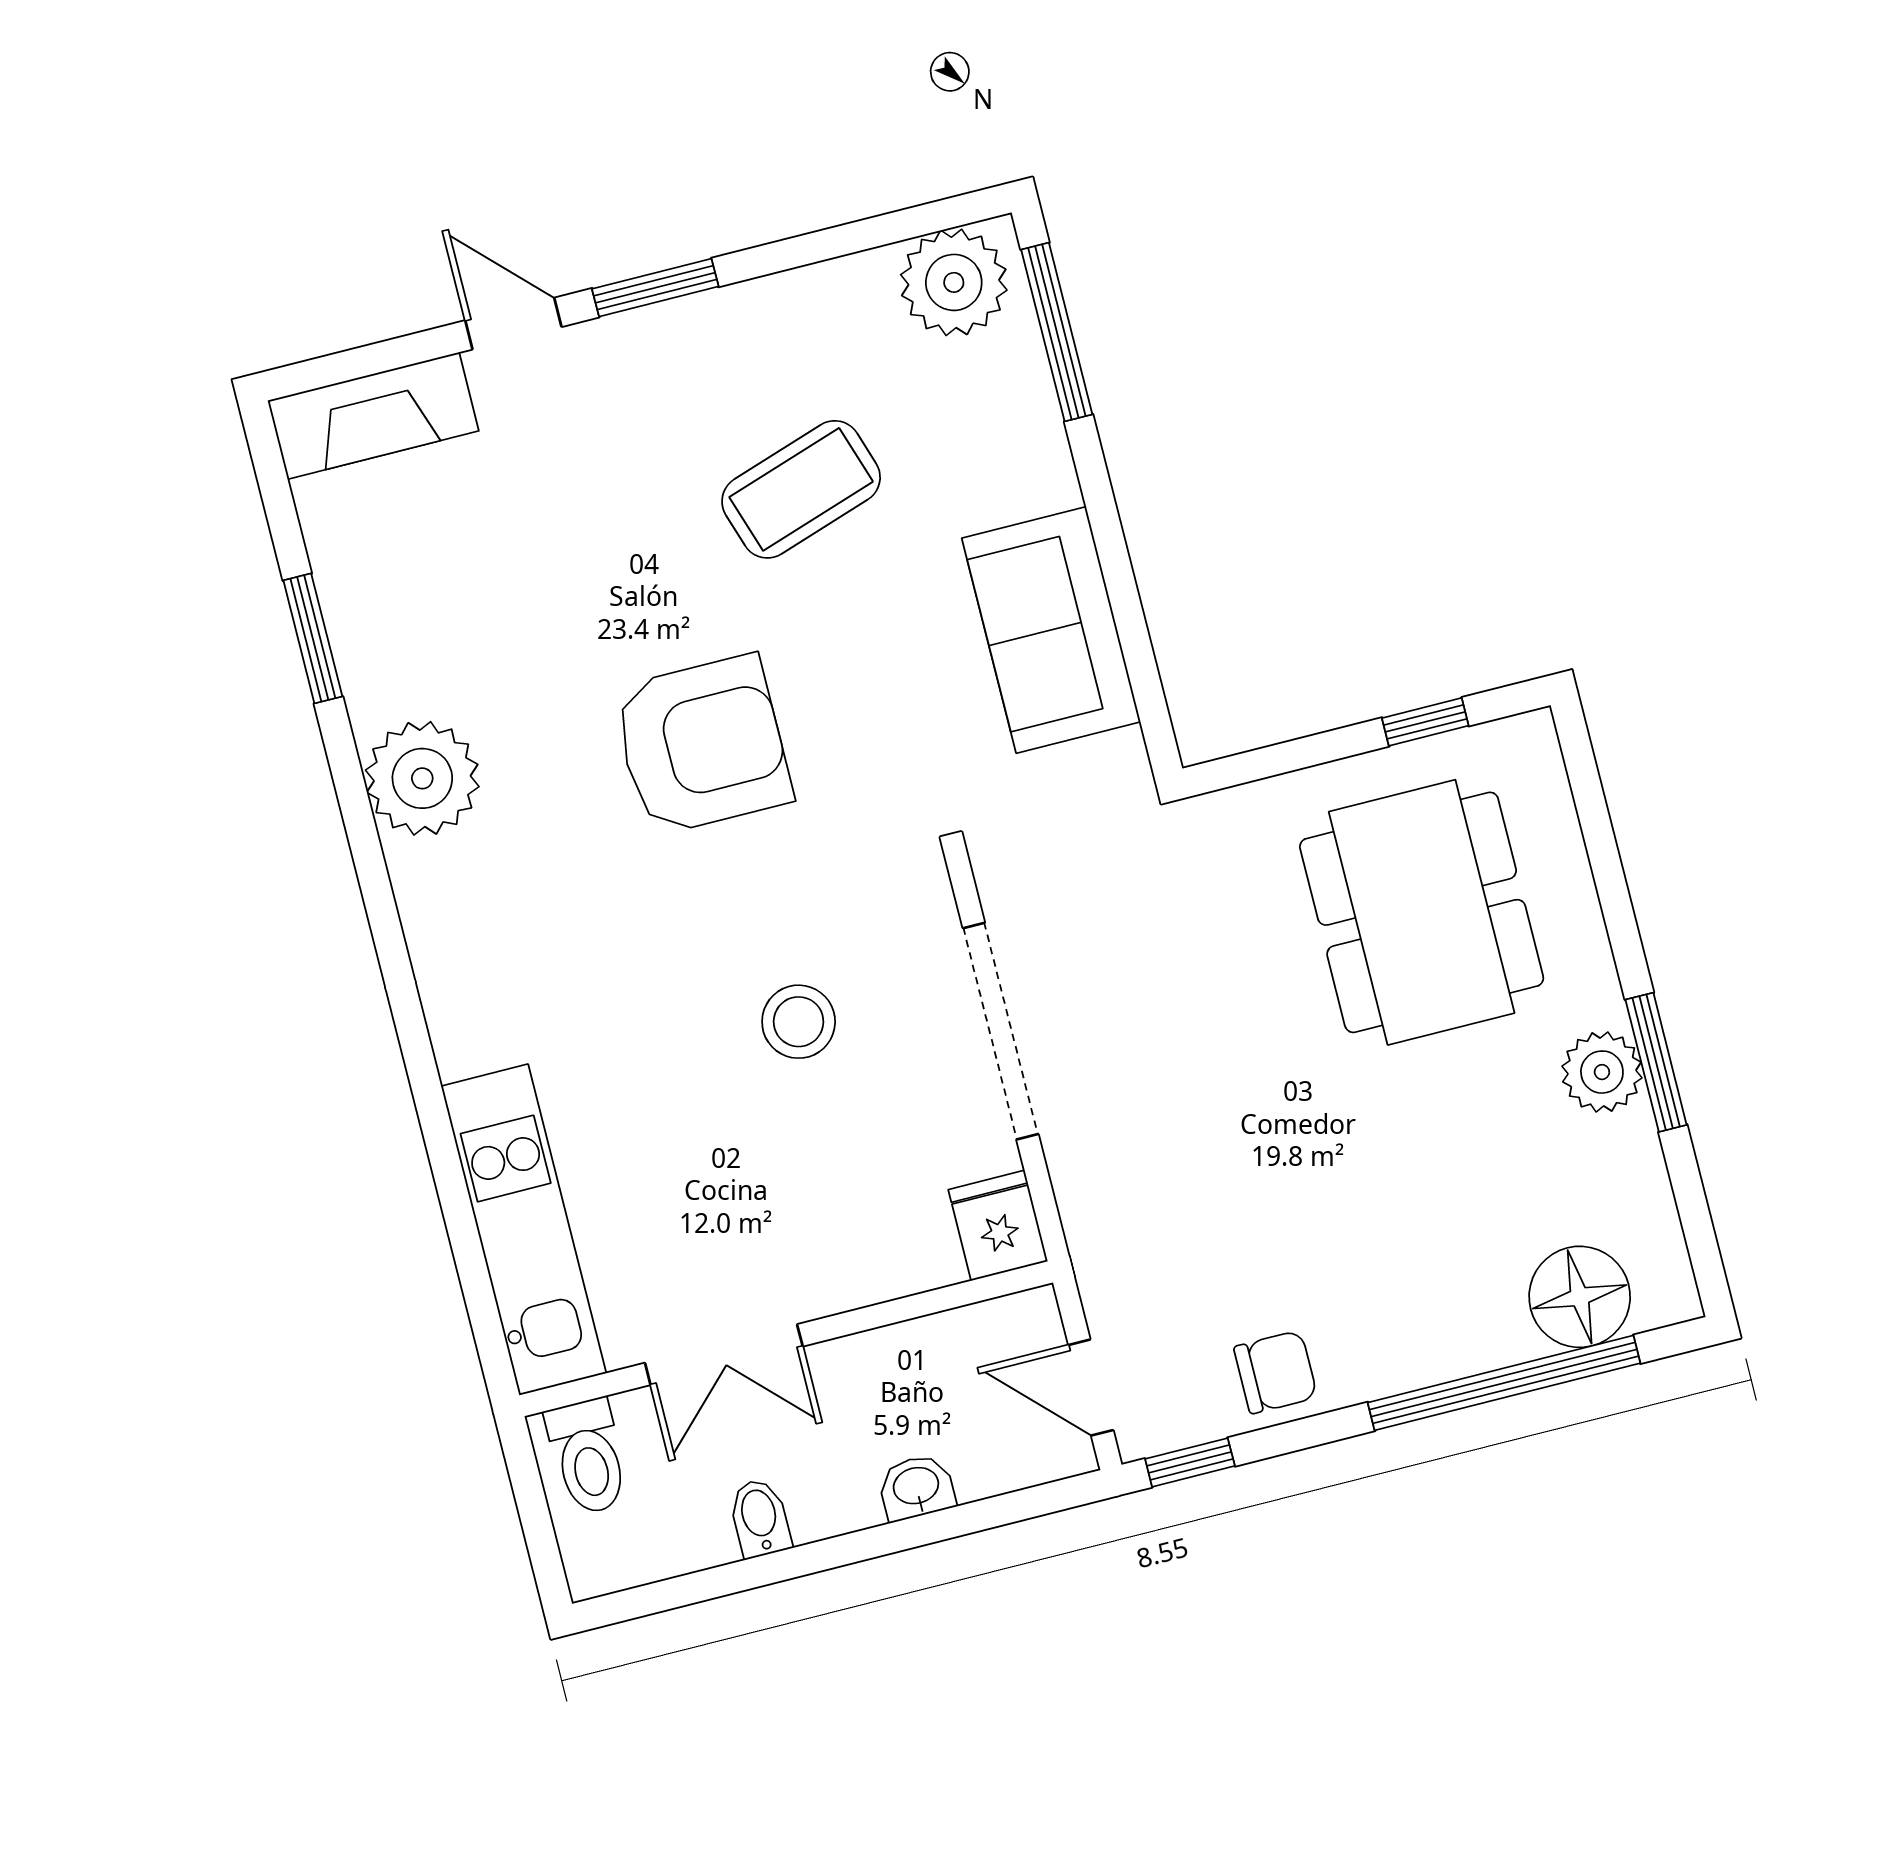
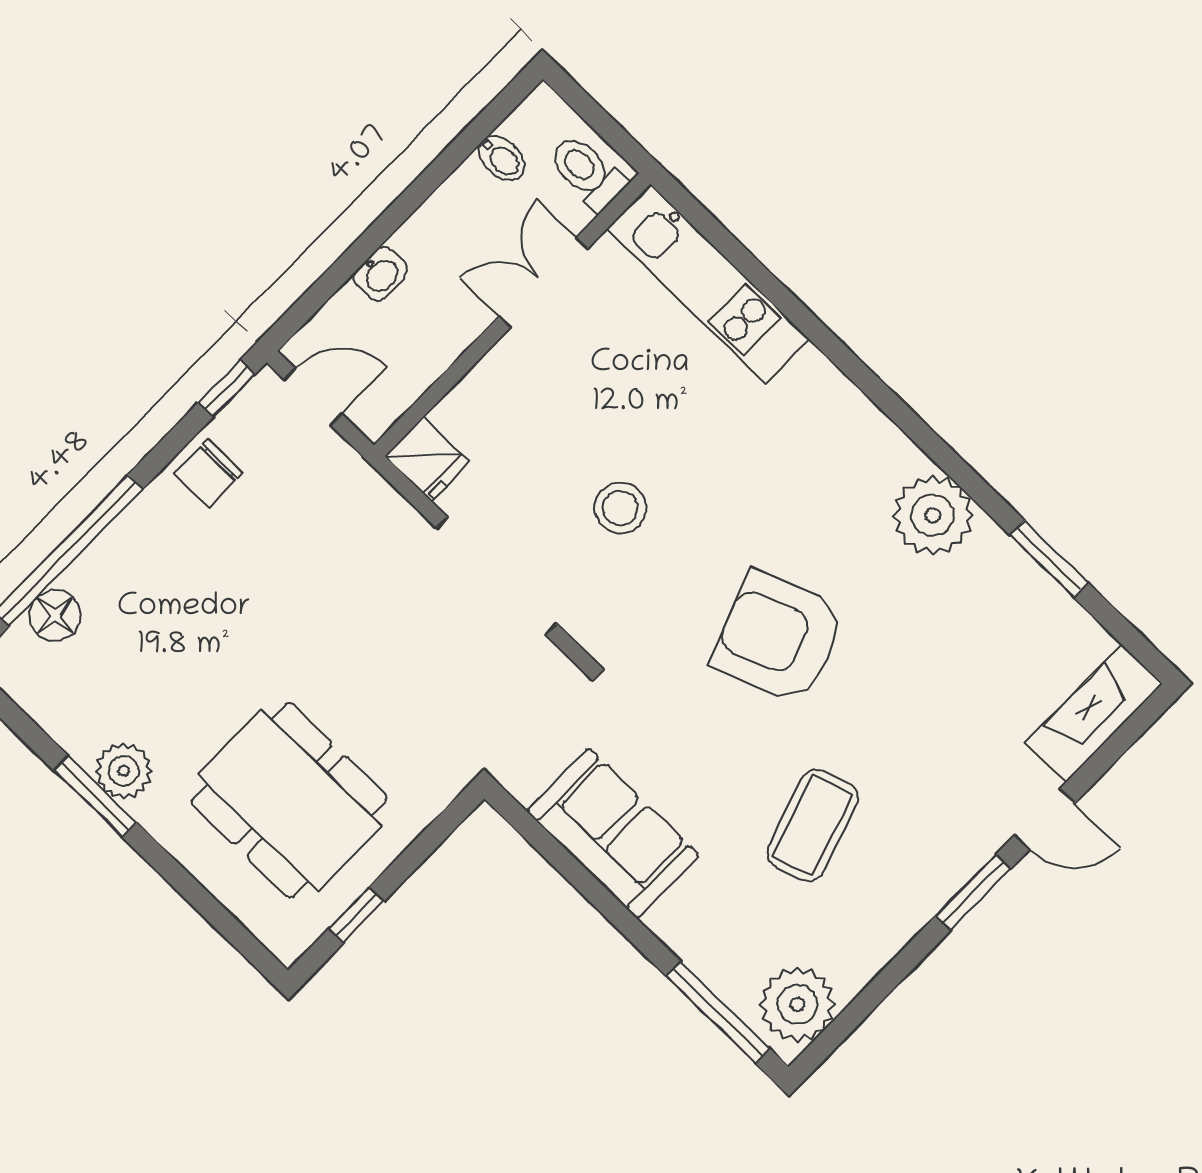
armchair: (702, 745) -> (779, 637), turned 69
floor lamp: (1580, 1297) -> (55, 615), width x0.73, depth x0.73
bidet: (760, 1518) -> (502, 158), moved

